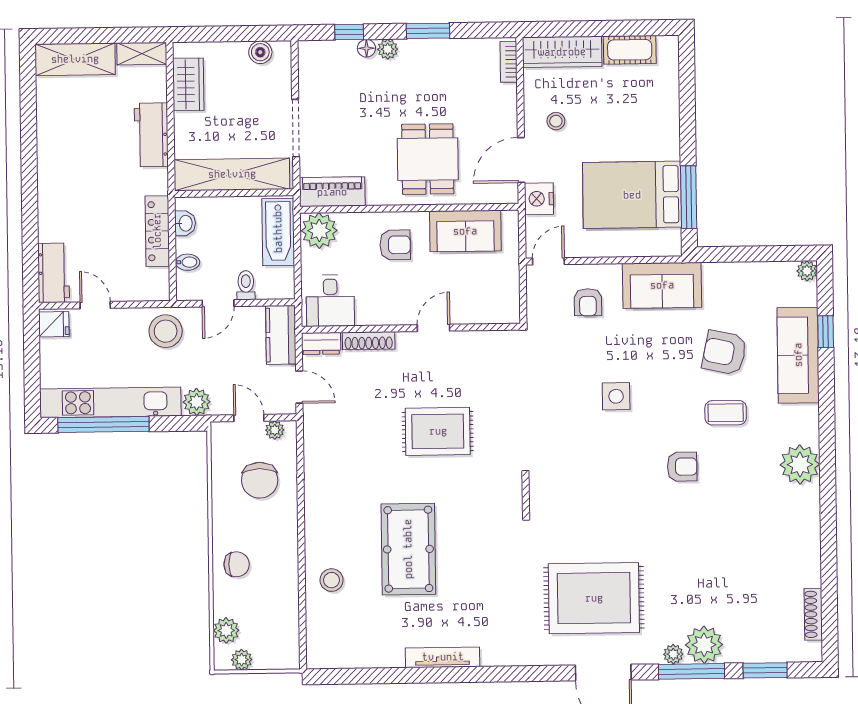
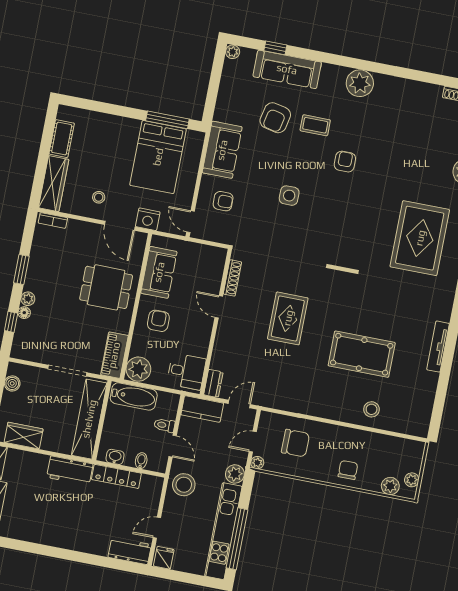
workbench: (151, 135) -> (70, 471), moved
shoe rack: (369, 341) -> (232, 278), moved
coffee table: (726, 413) -> (315, 125), turned 90
plant: (275, 430) -> (257, 463), moved

